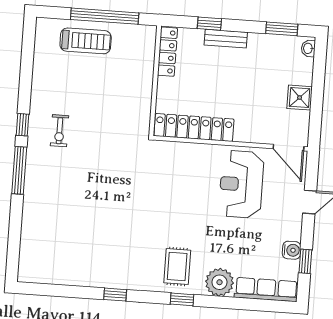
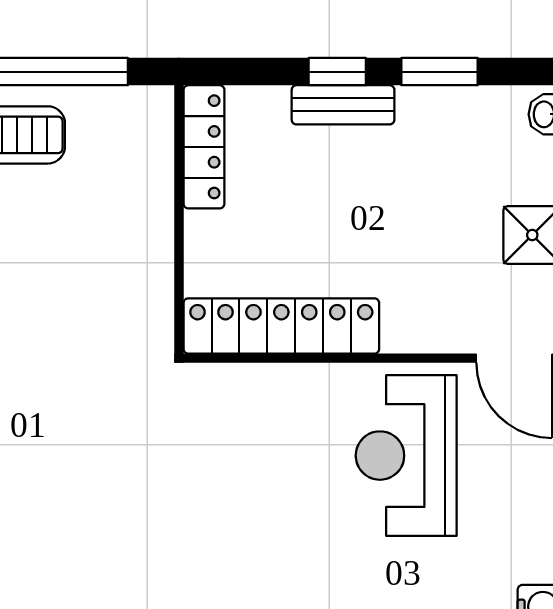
window: (209, 24) -> (337, 72), moved
window: (282, 29) -> (439, 72), moved

